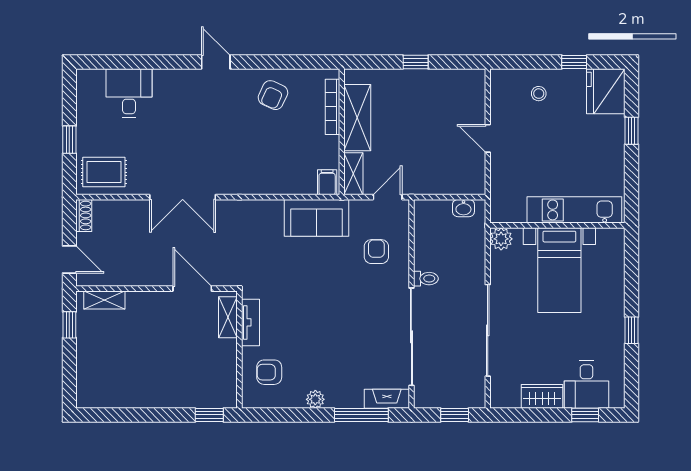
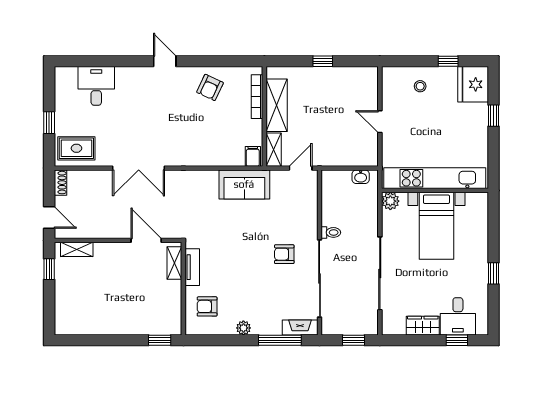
kitchen unit: (574, 210) -> (435, 178), width x1.36
armchair: (376, 252) -> (284, 254), moved, turned -90

